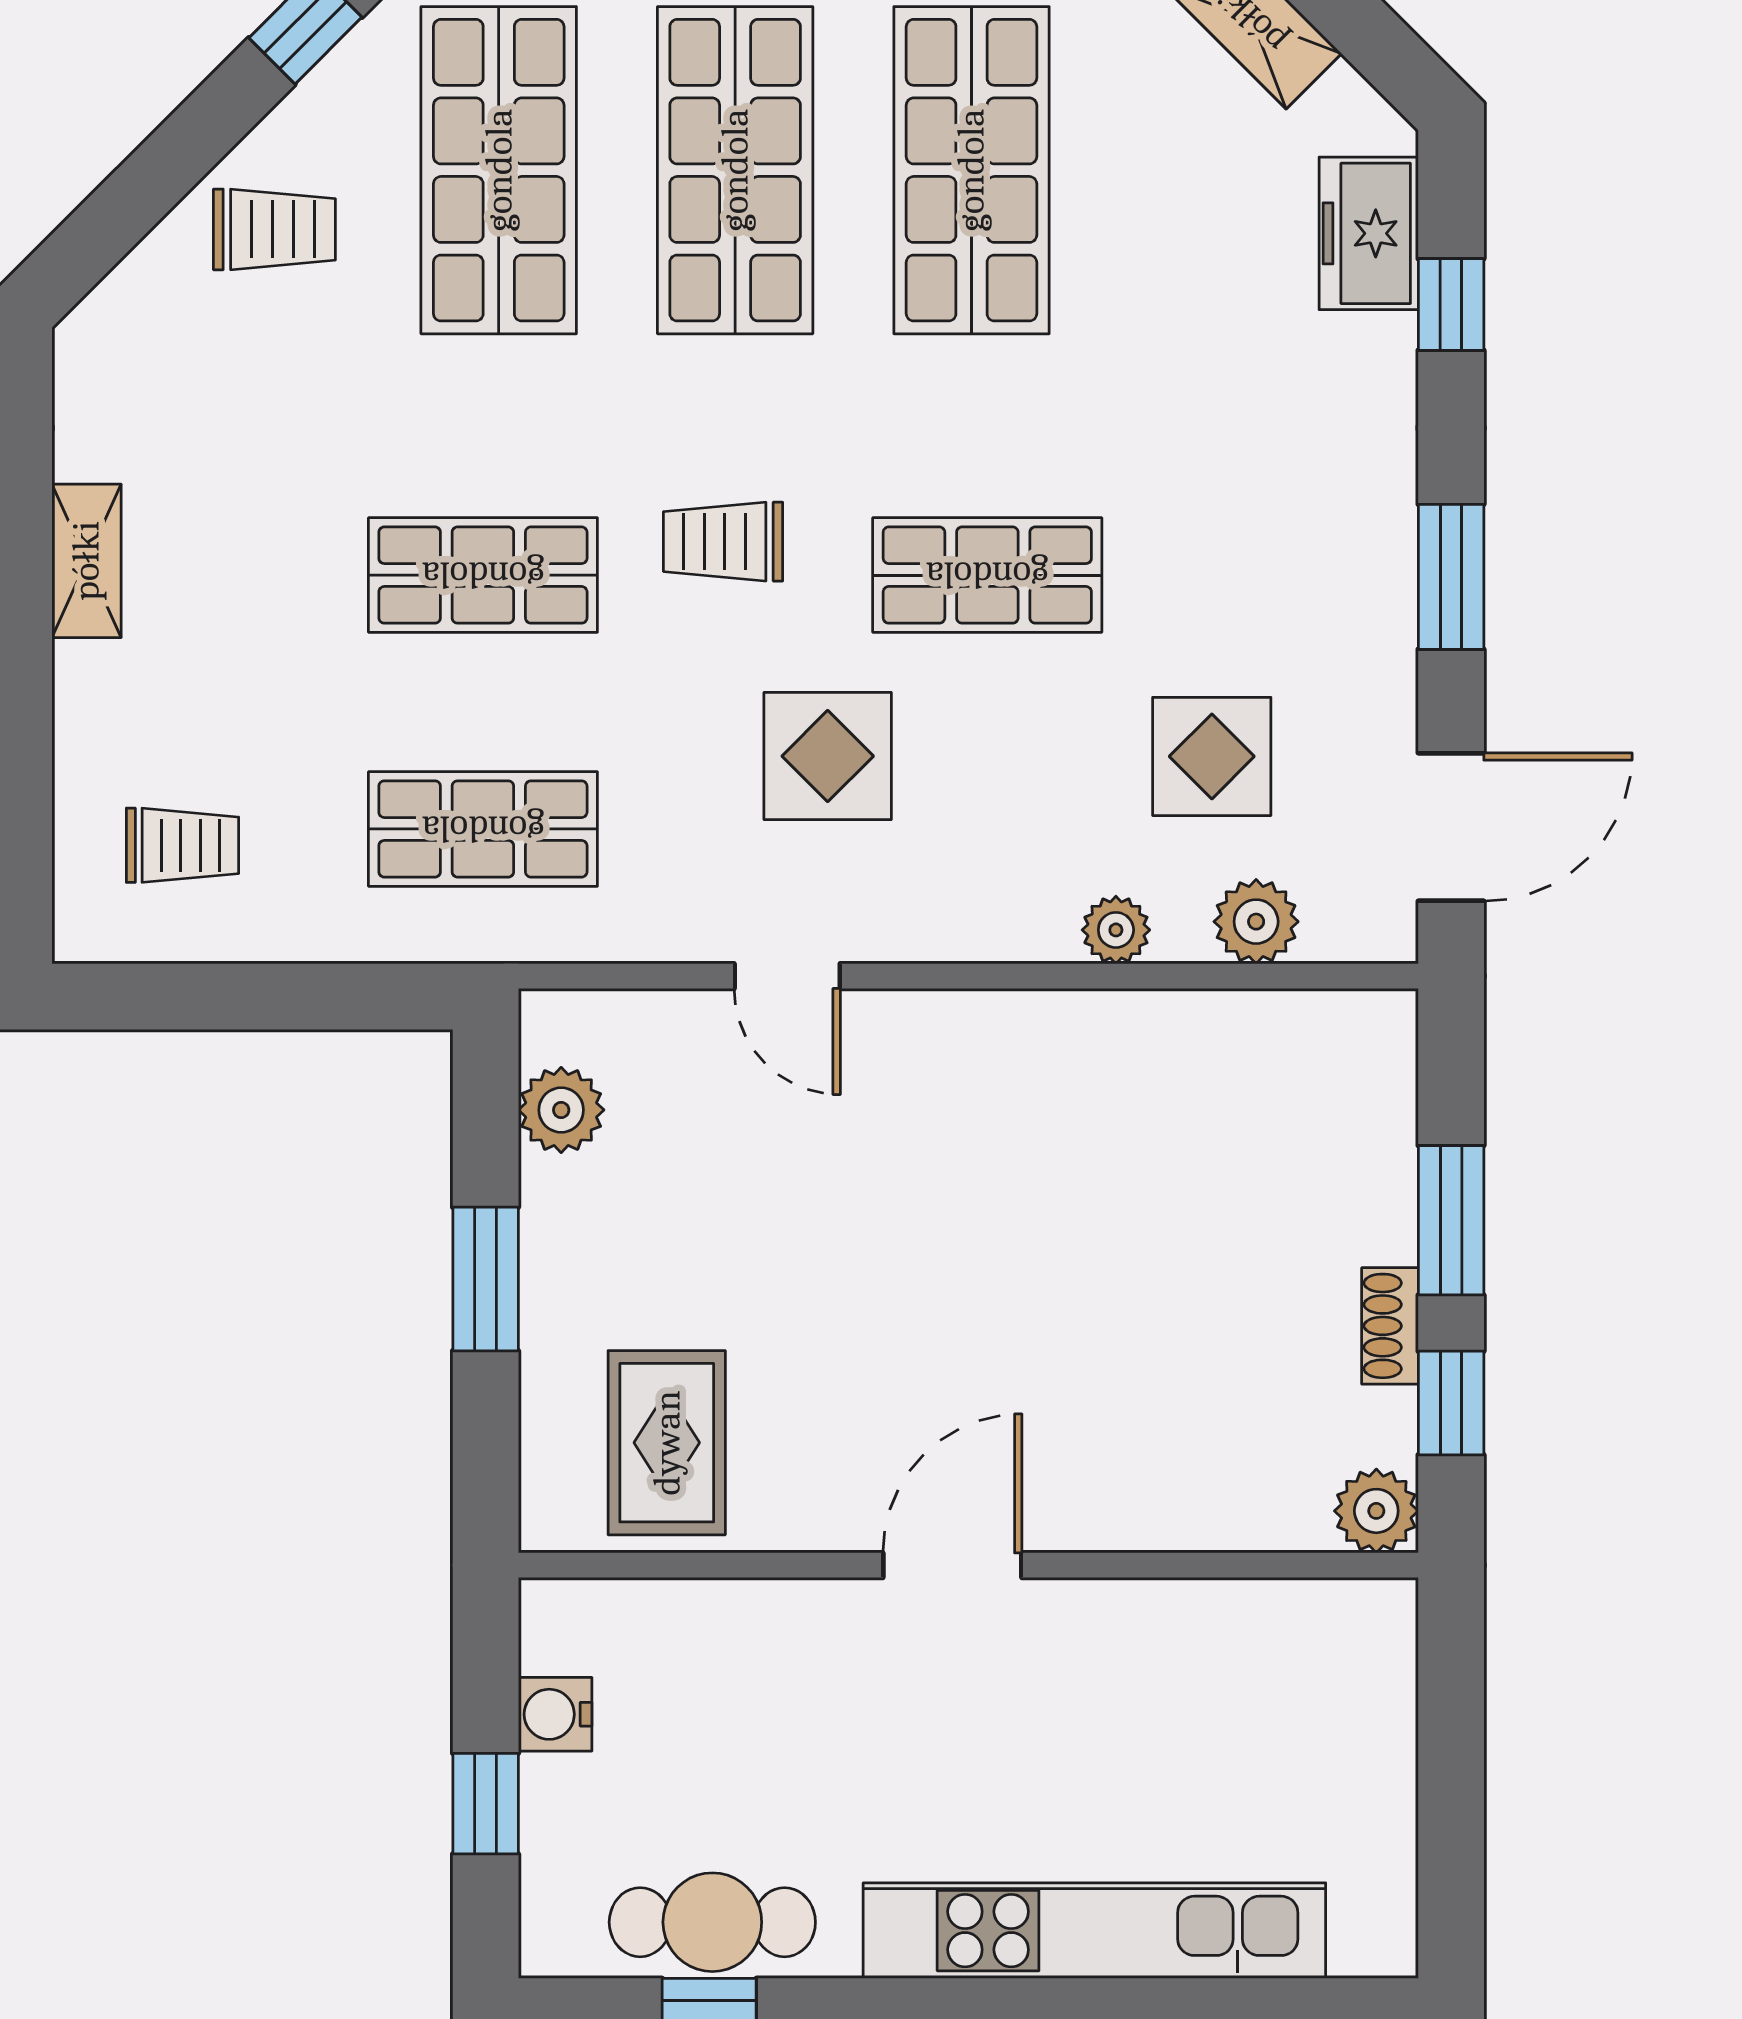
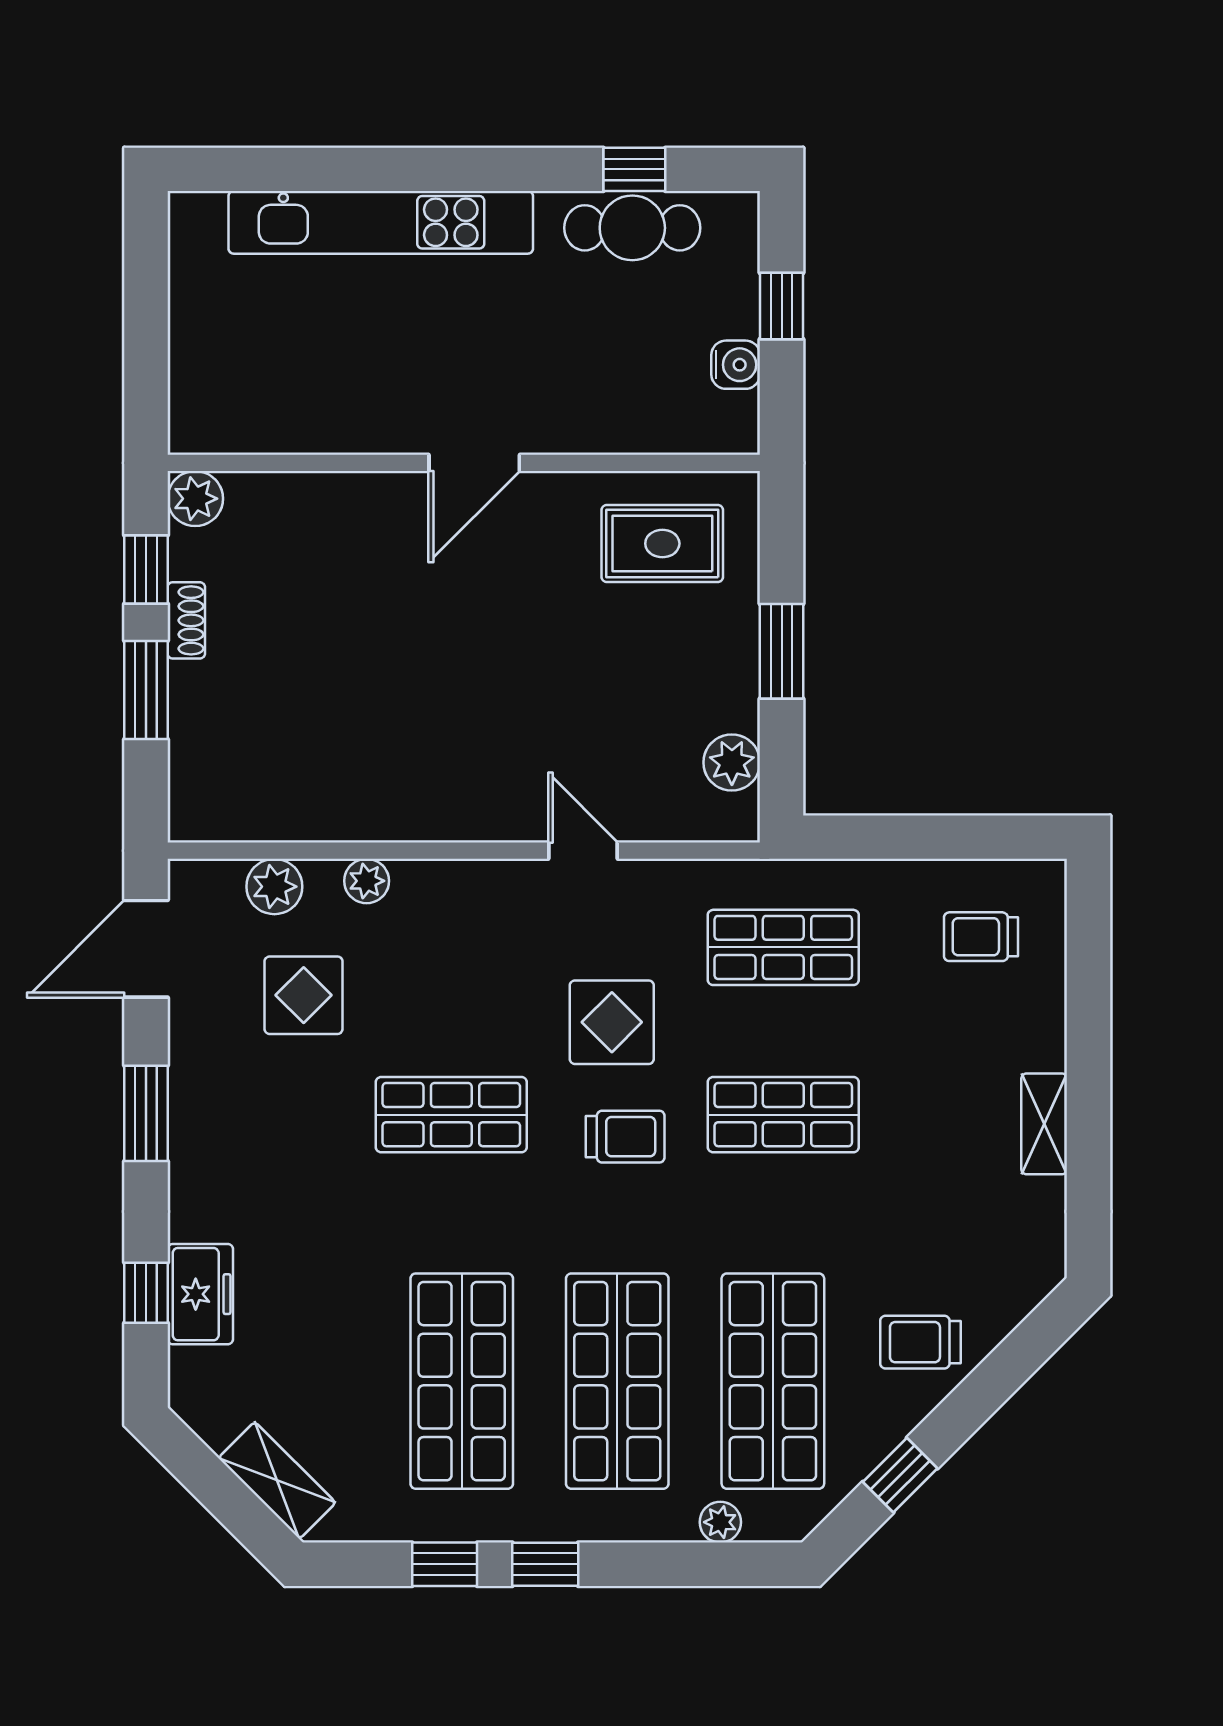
freezer: (1369, 233) -> (200, 1294), moved
display table: (828, 756) -> (612, 1022), moved
rug: (667, 1443) -> (662, 544), turned 90

